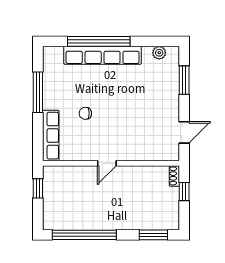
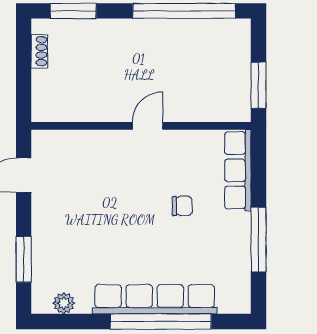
shoe rack: (174, 176) -> (39, 51), moved
window: (38, 188) -> (259, 85), width x1.50
window: (184, 192) -> (24, 80), removed

